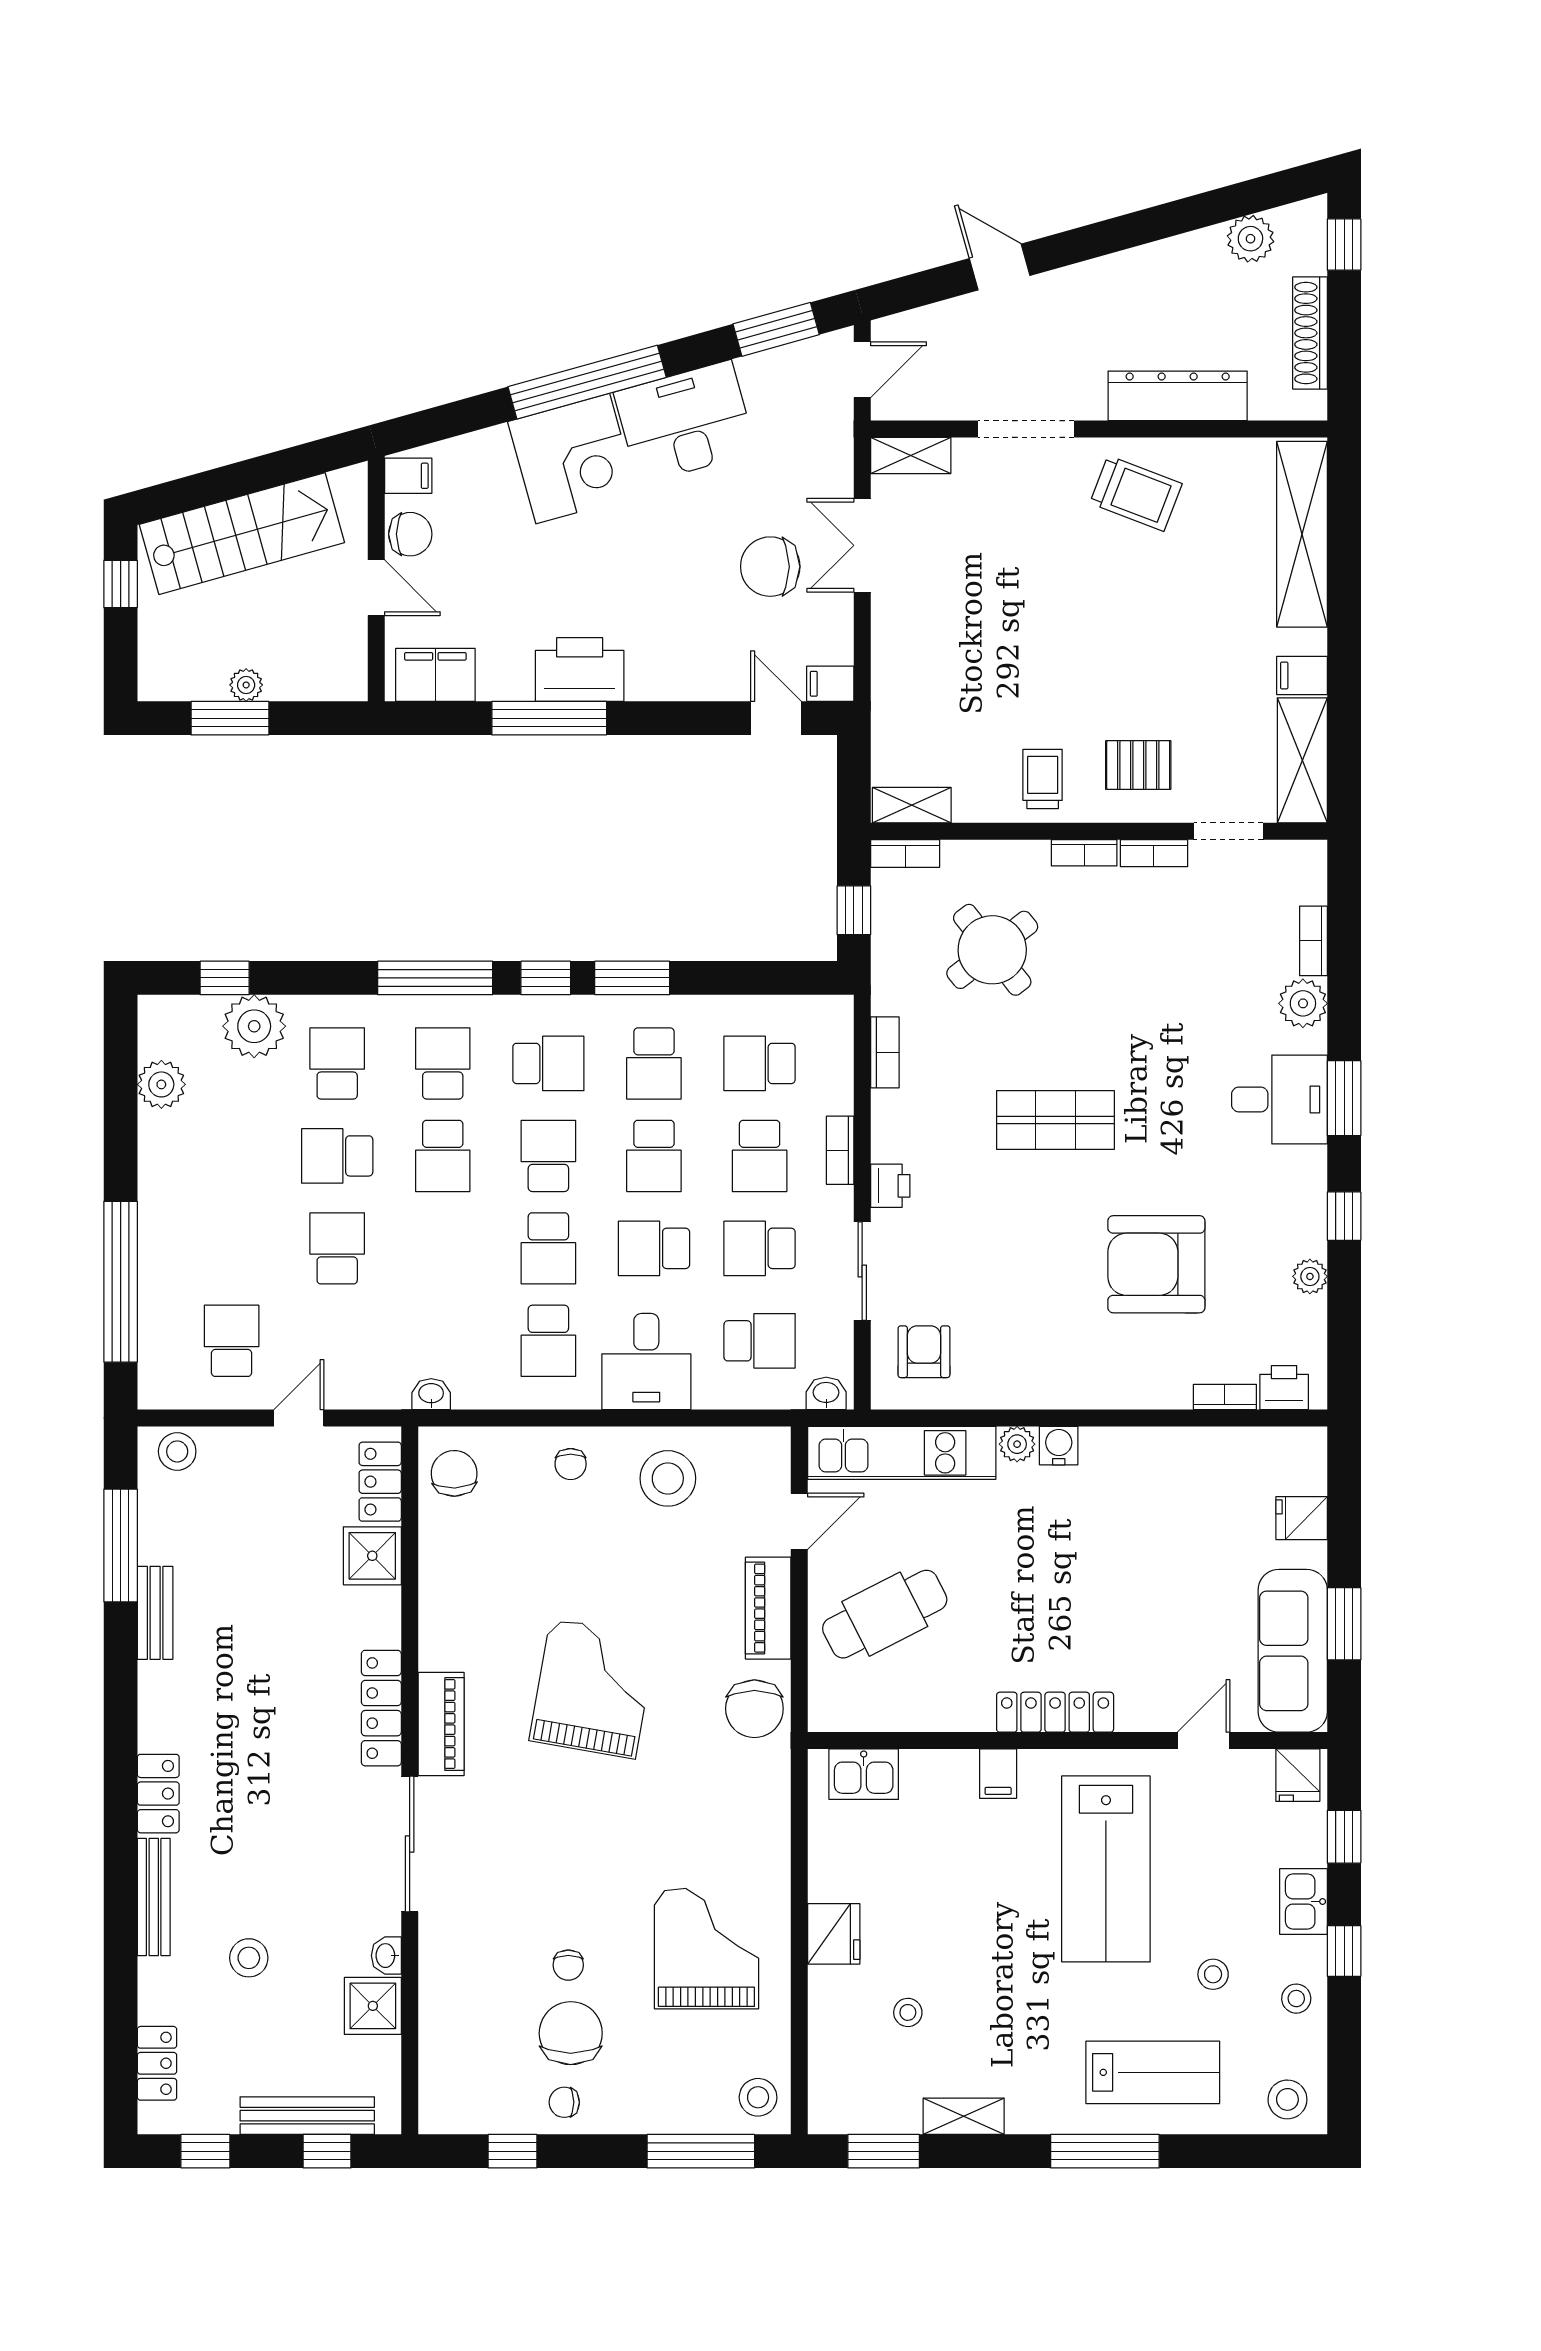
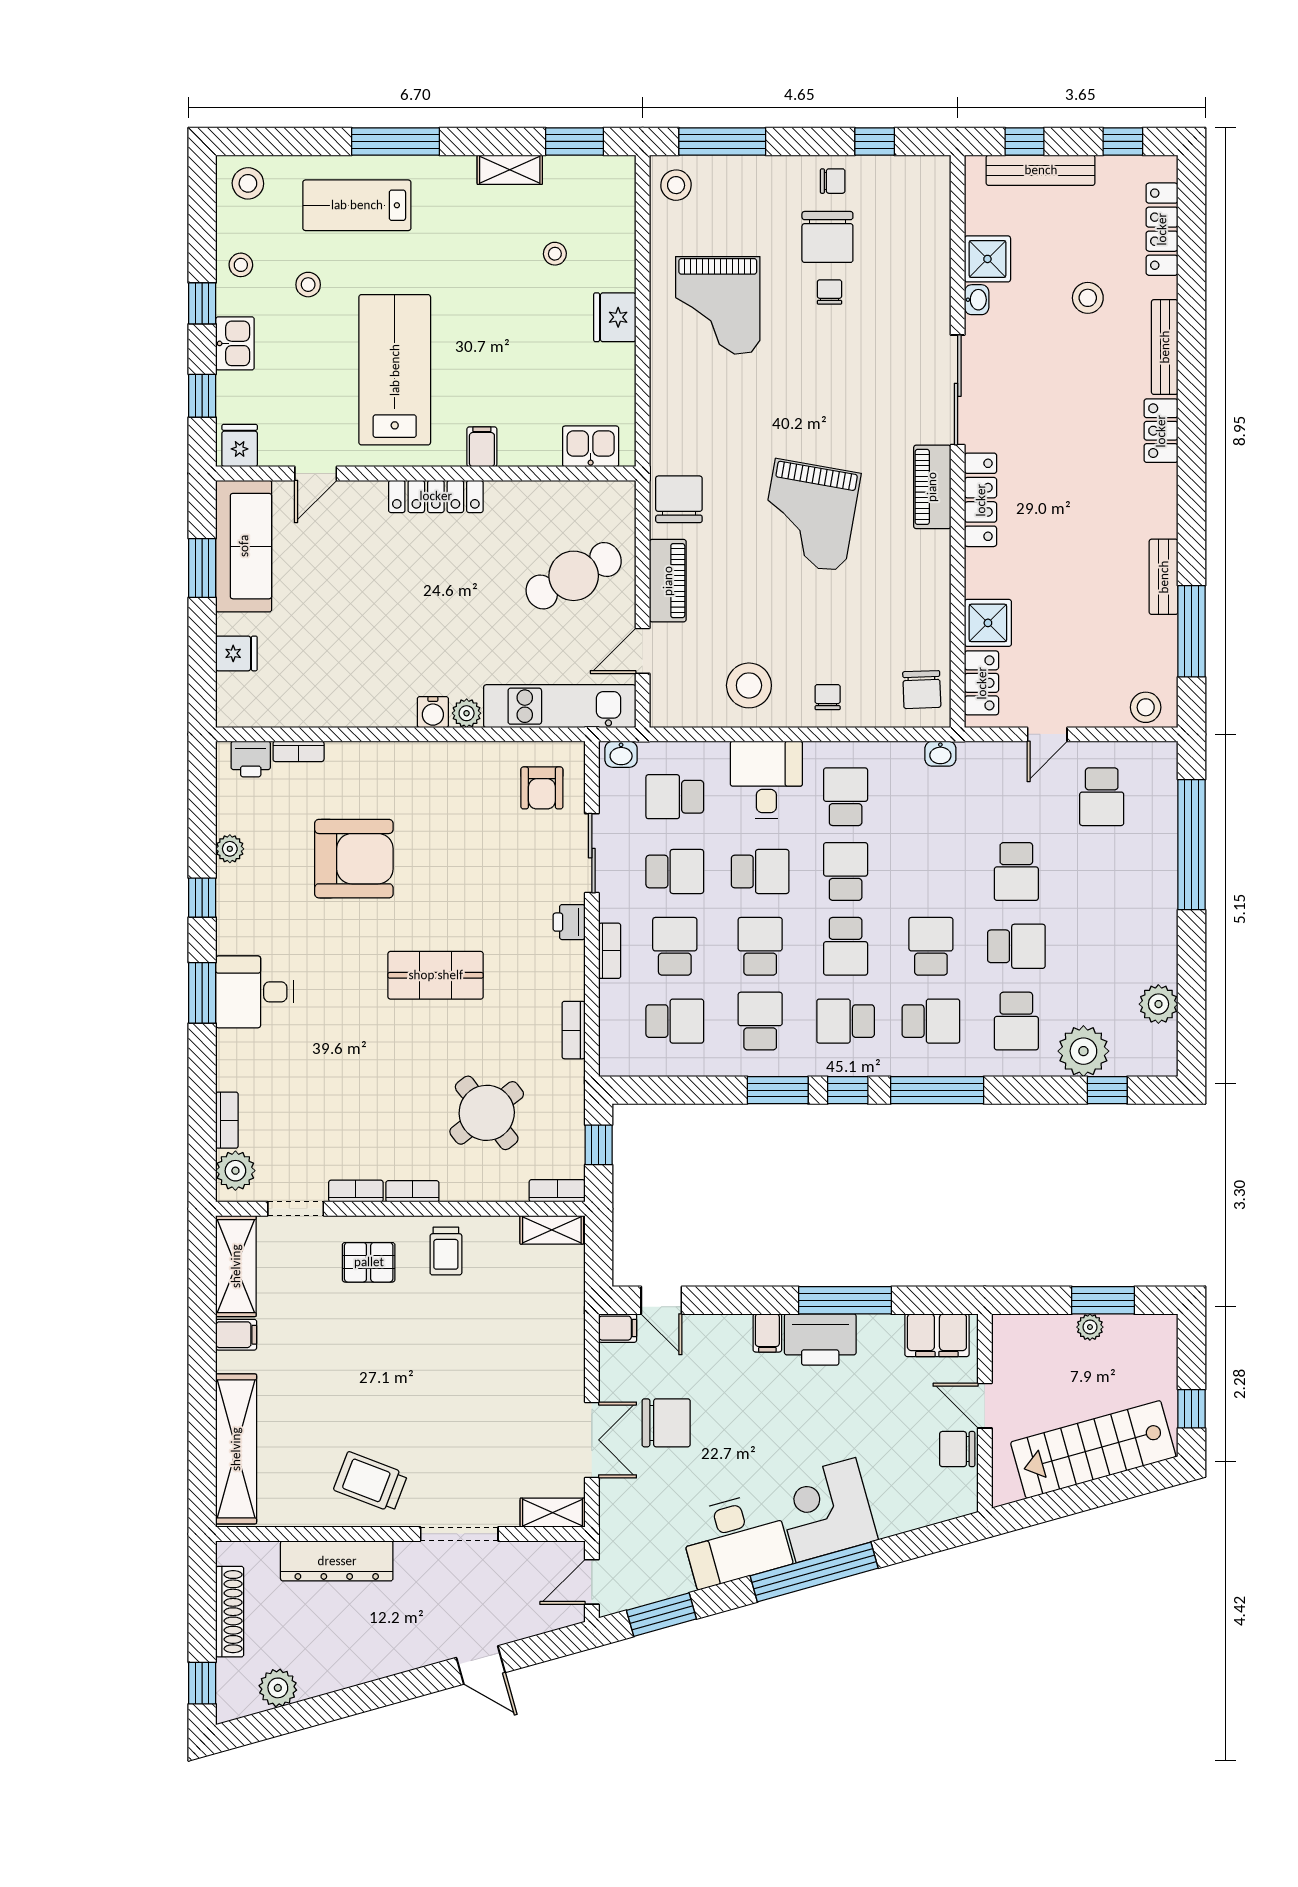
filing cabinet: (408, 476) -> (767, 1333), moved, turned -90
plant: (1303, 1003) -> (235, 1171), moved
school desk: (443, 1063) -> (931, 1021), turned -90
locker: (157, 2063) -> (1162, 229), width x1.53

